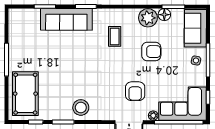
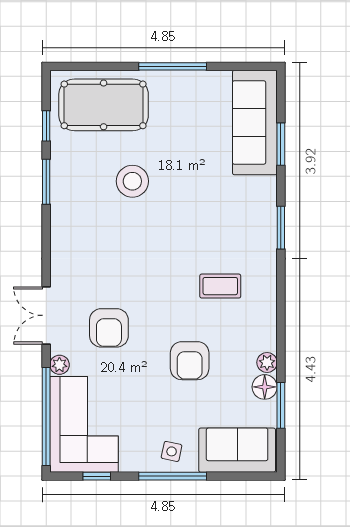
plant: (148, 18) -> (267, 362), width x0.53, depth x0.53
sofa: (66, 19) -> (255, 122), moved
armchair: (135, 91) -> (109, 328), turned -90
stool: (81, 107) -> (132, 181), moved

